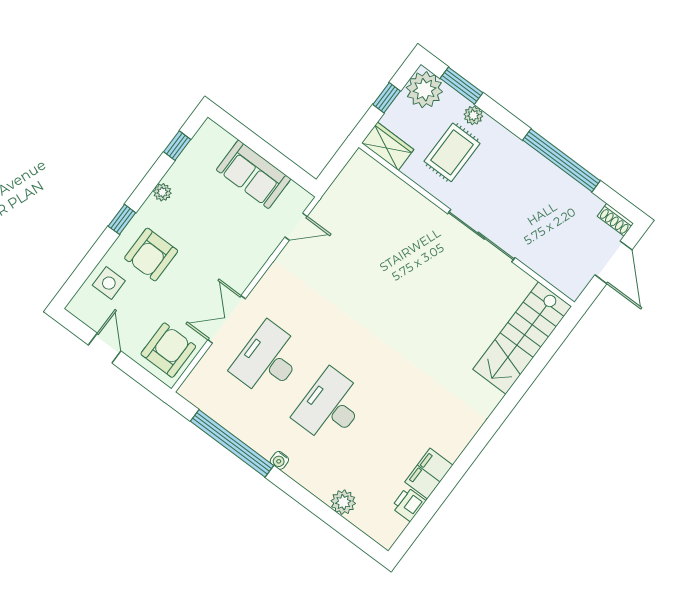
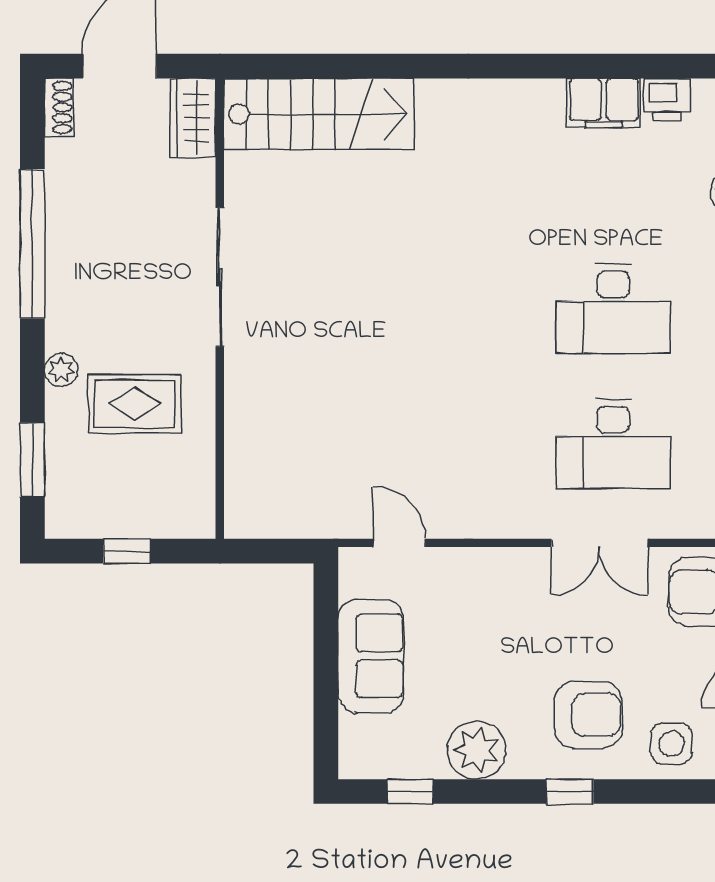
plant: (424, 90) -> (76, 507), removed
plant: (473, 115) -> (61, 370), moved
wardrobe: (388, 146) -> (193, 118), moved
plant: (162, 192) -> (477, 750), width x1.87, depth x1.87

